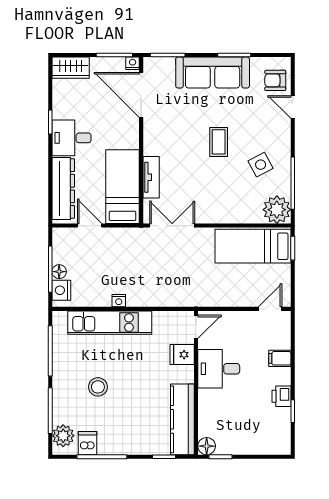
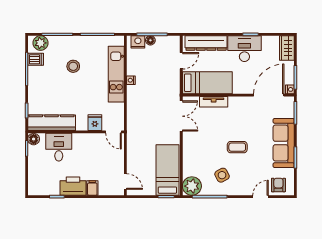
desk: (72, 138) -> (244, 49), width x1.37
desk: (219, 369) -> (59, 147), moved
printer: (281, 396) -> (73, 186), width x1.87, depth x1.48

